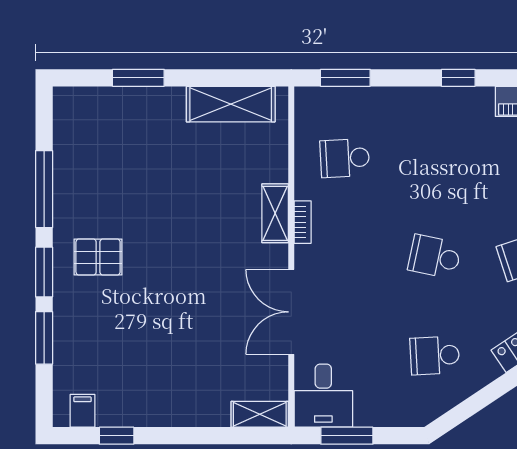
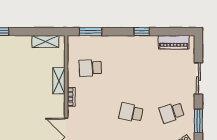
shelving: (231, 104) -> (45, 41), width x0.67, depth x0.75
shelving: (275, 213) -> (59, 81), moved

